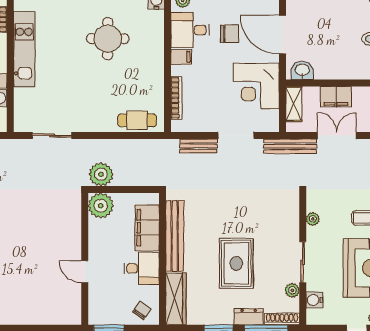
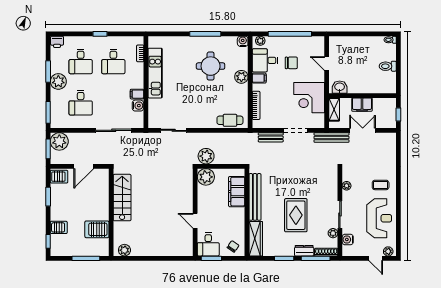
door: (283, 35) -> (327, 63), width x0.53
plant: (154, 55) -> (241, 77), added
desk: (142, 268) -> (208, 244), moved, turned 90

